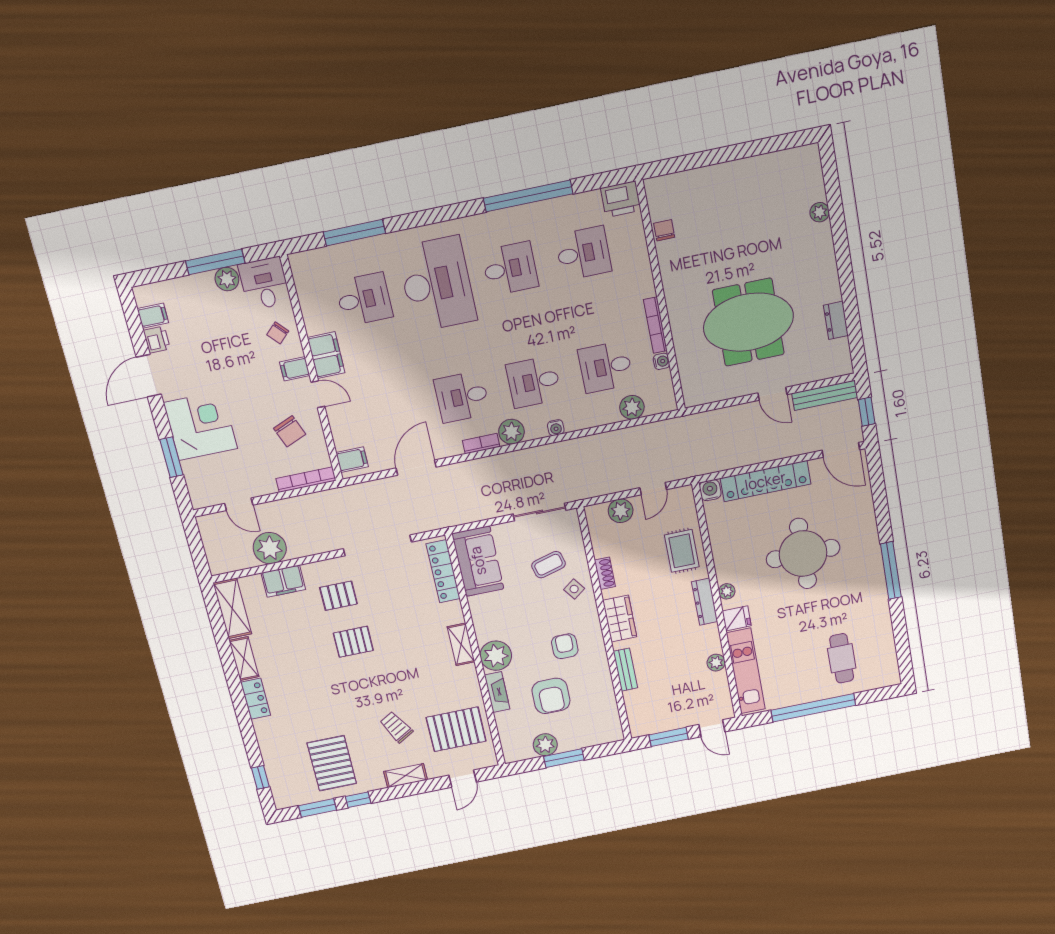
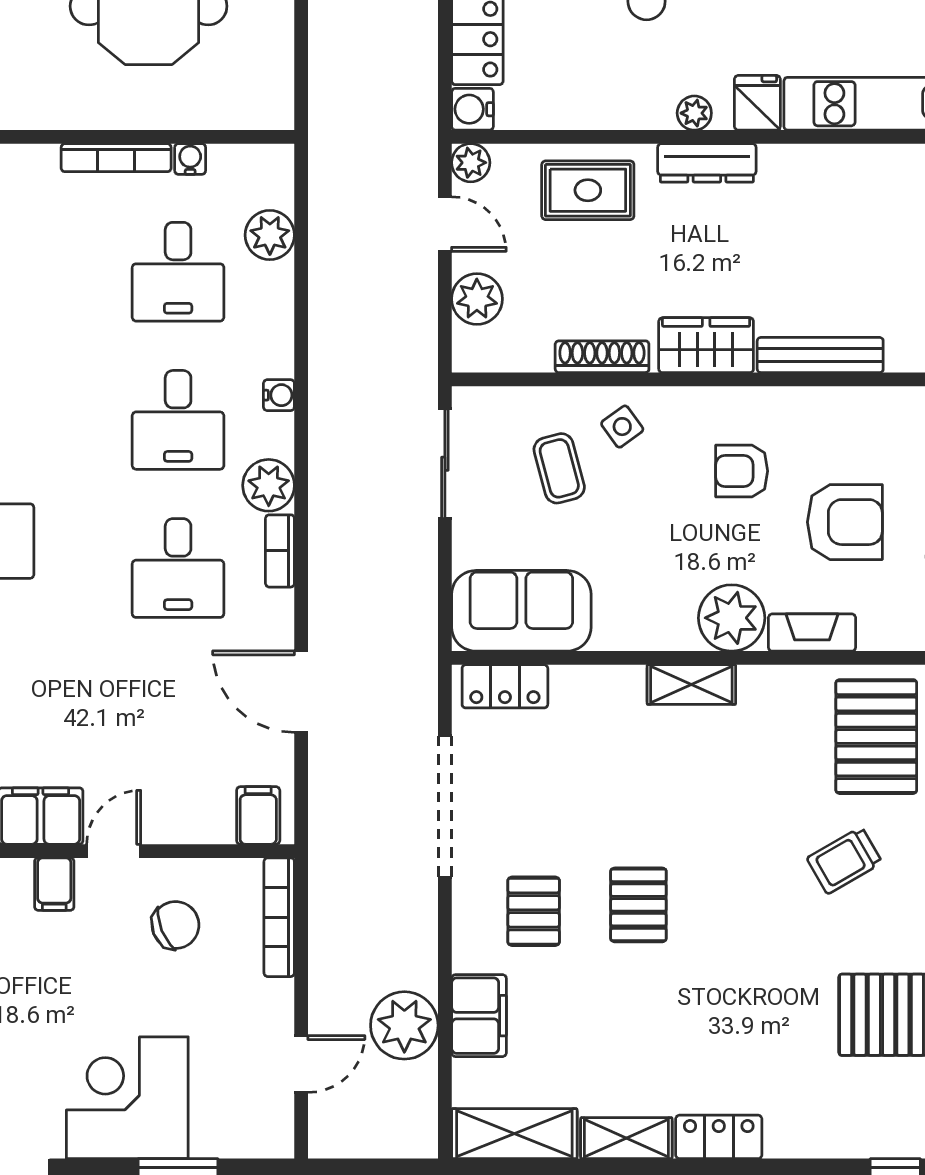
locker: (443, 571) -> (505, 686), width x0.66
shoe rack: (605, 573) -> (602, 357), width x1.43
plant: (716, 663) -> (471, 163), moved
bench: (625, 670) -> (820, 355), width x1.36

